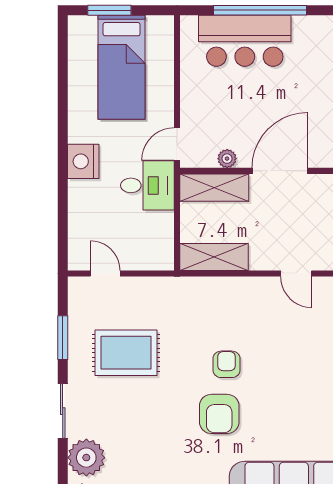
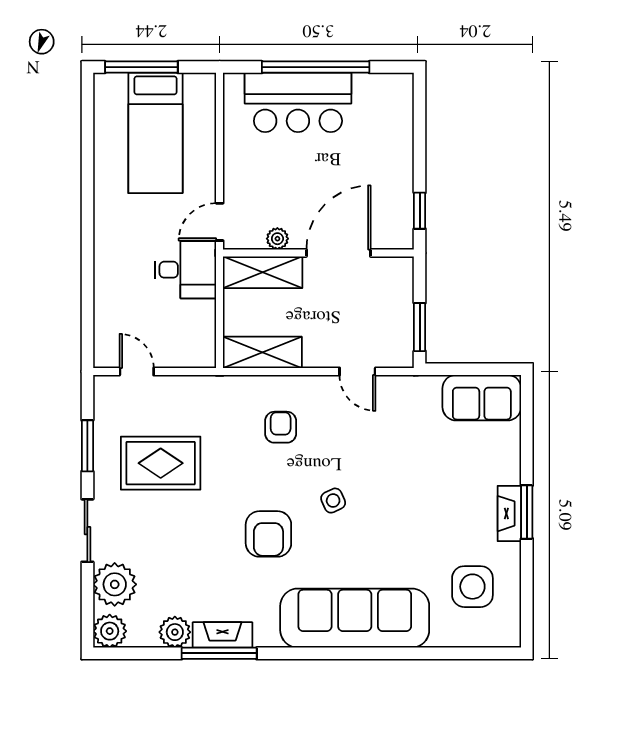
window: (109, 10) -> (141, 67), width x1.44
nightstand: (83, 161) -> (111, 242), removed
armchair: (227, 364) -> (281, 427), moved
side table: (275, 385) -> (333, 501), added

